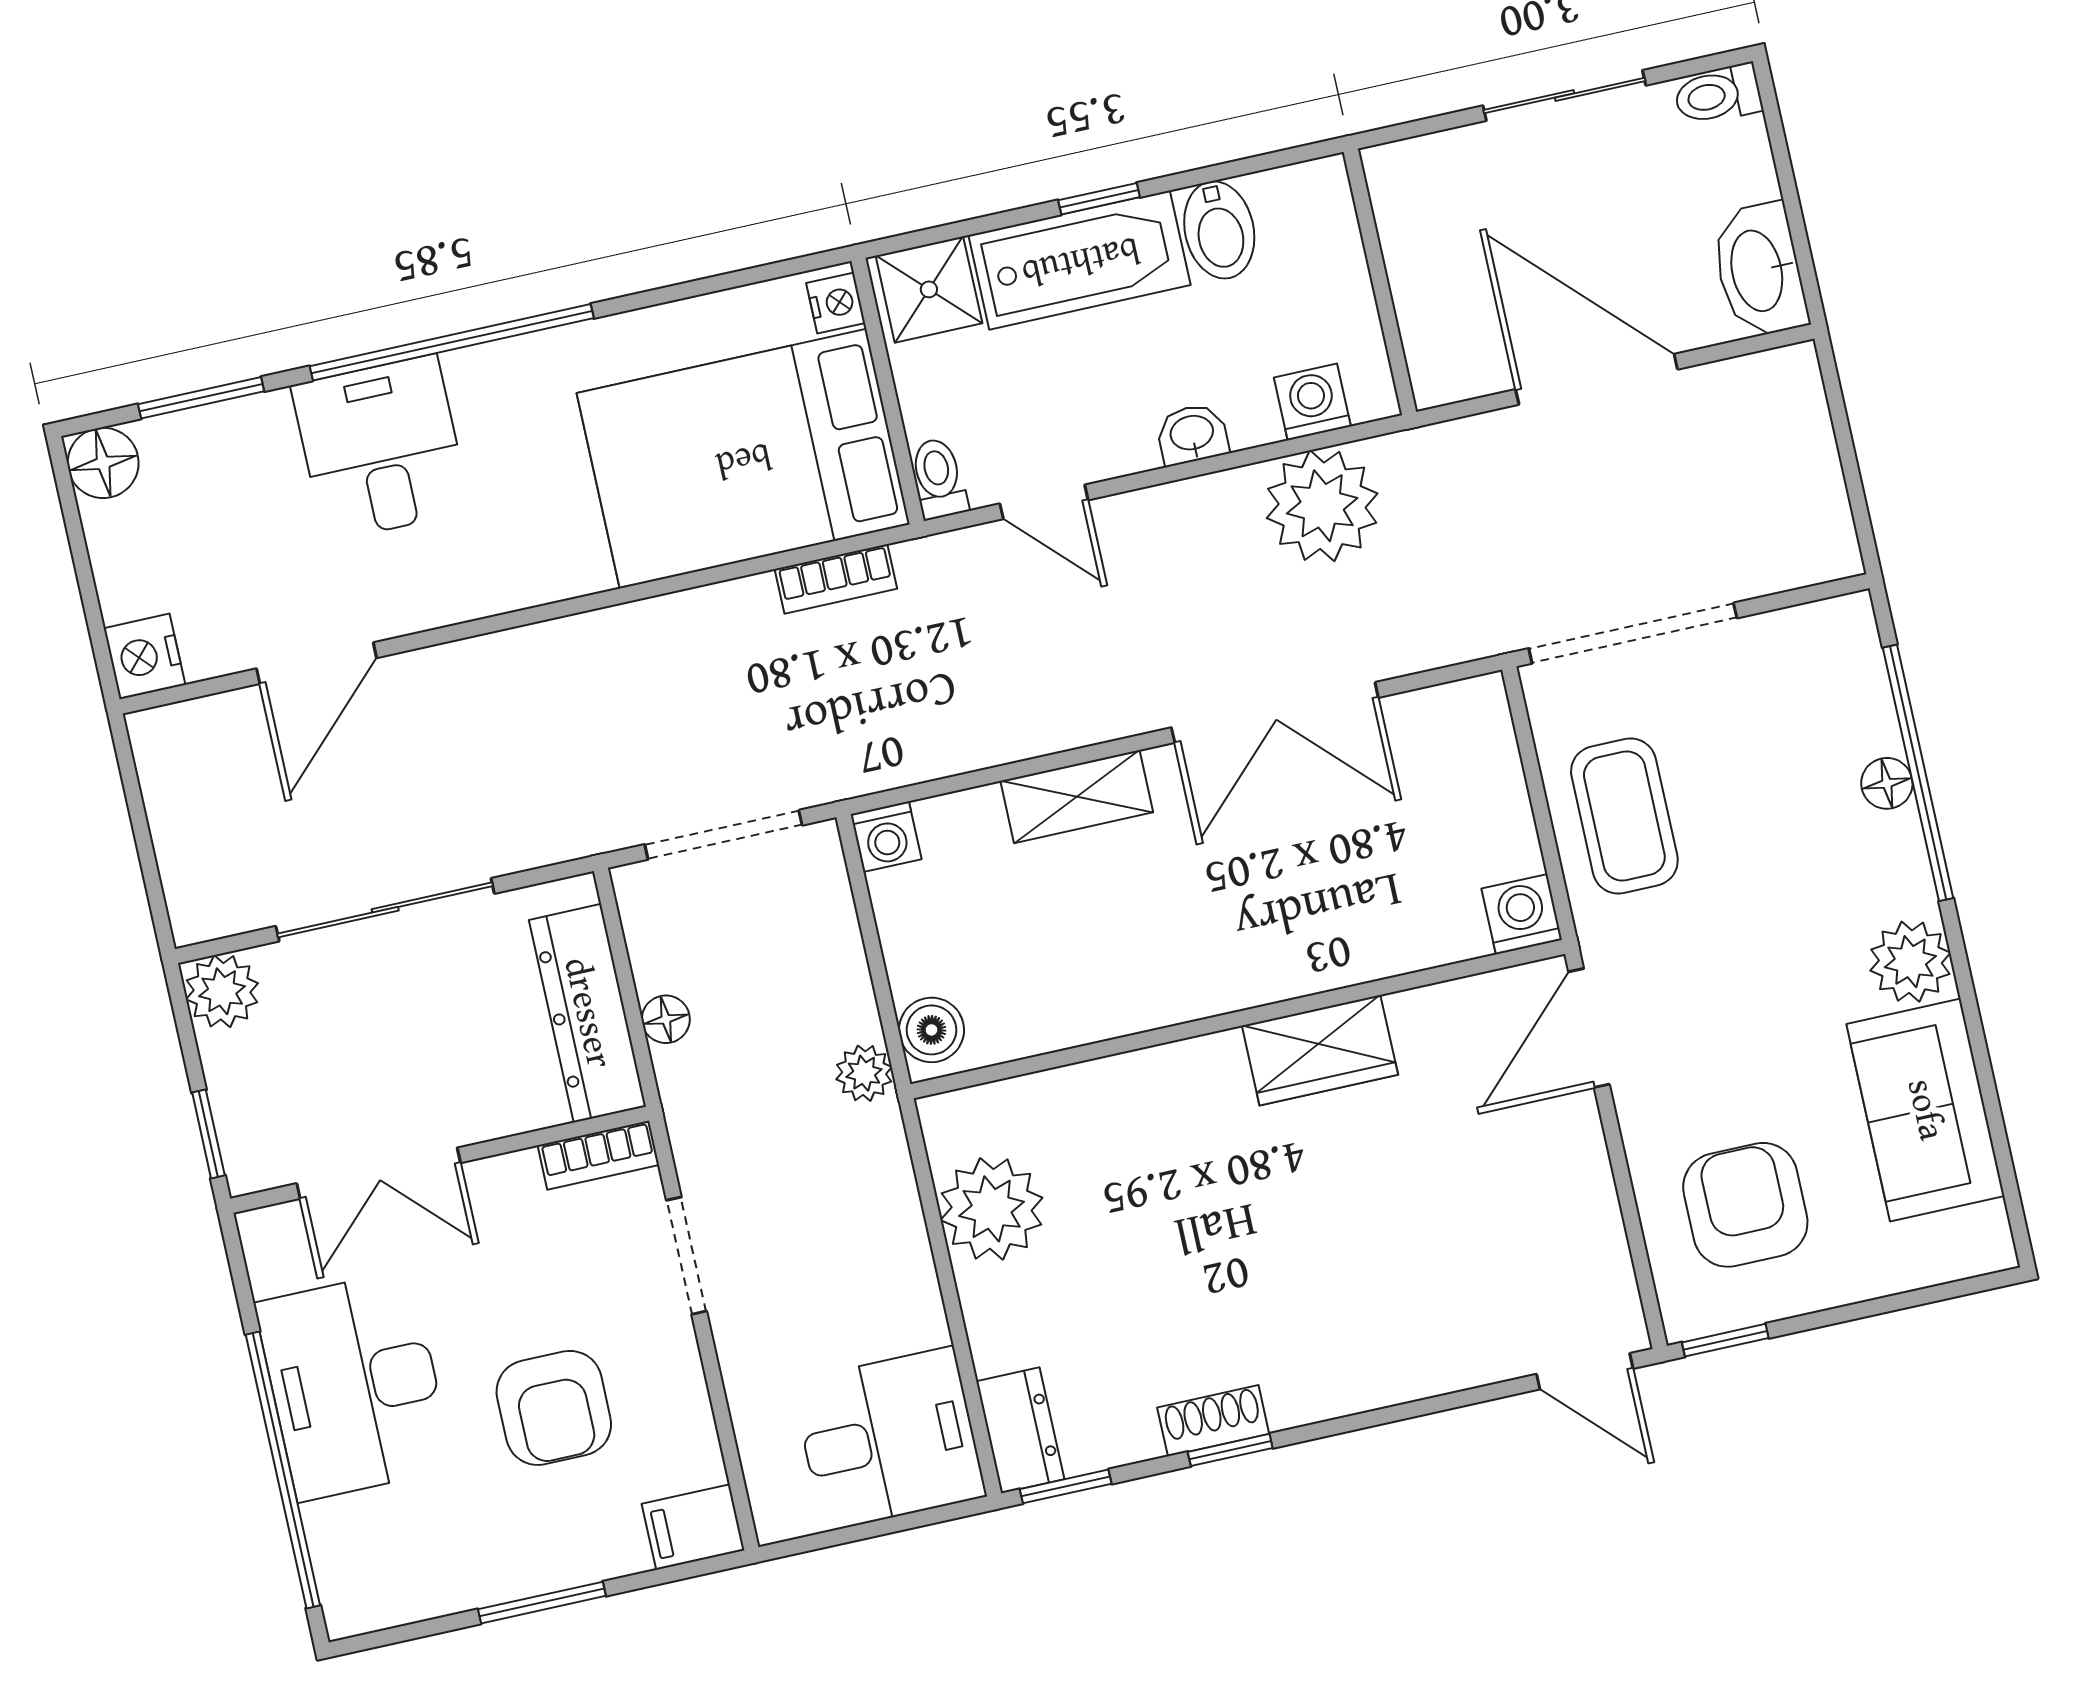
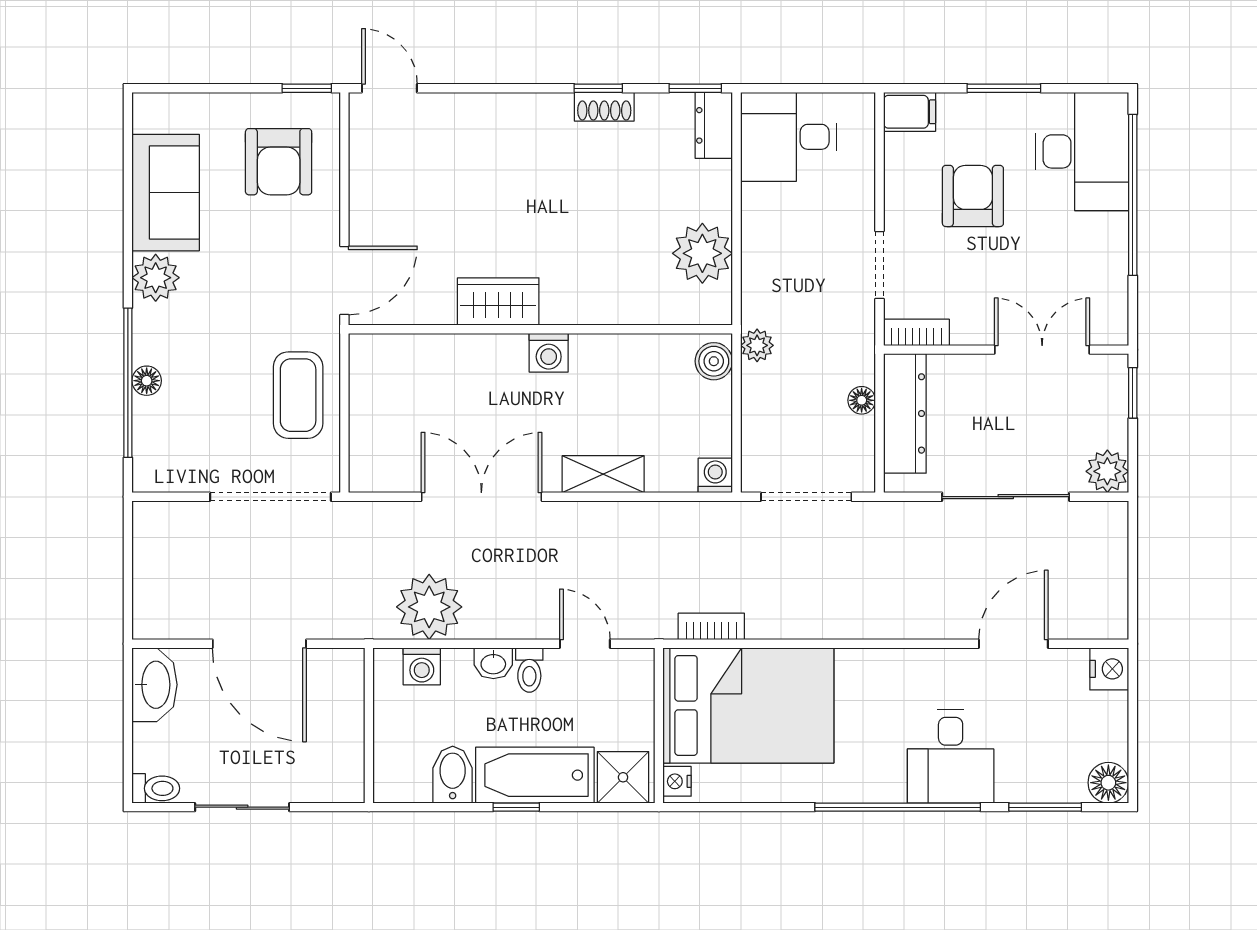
toilet: (939, 478) -> (529, 670), moved
washing machine: (1522, 914) -> (549, 353), moved
desk: (354, 1385) -> (1082, 151), moved

